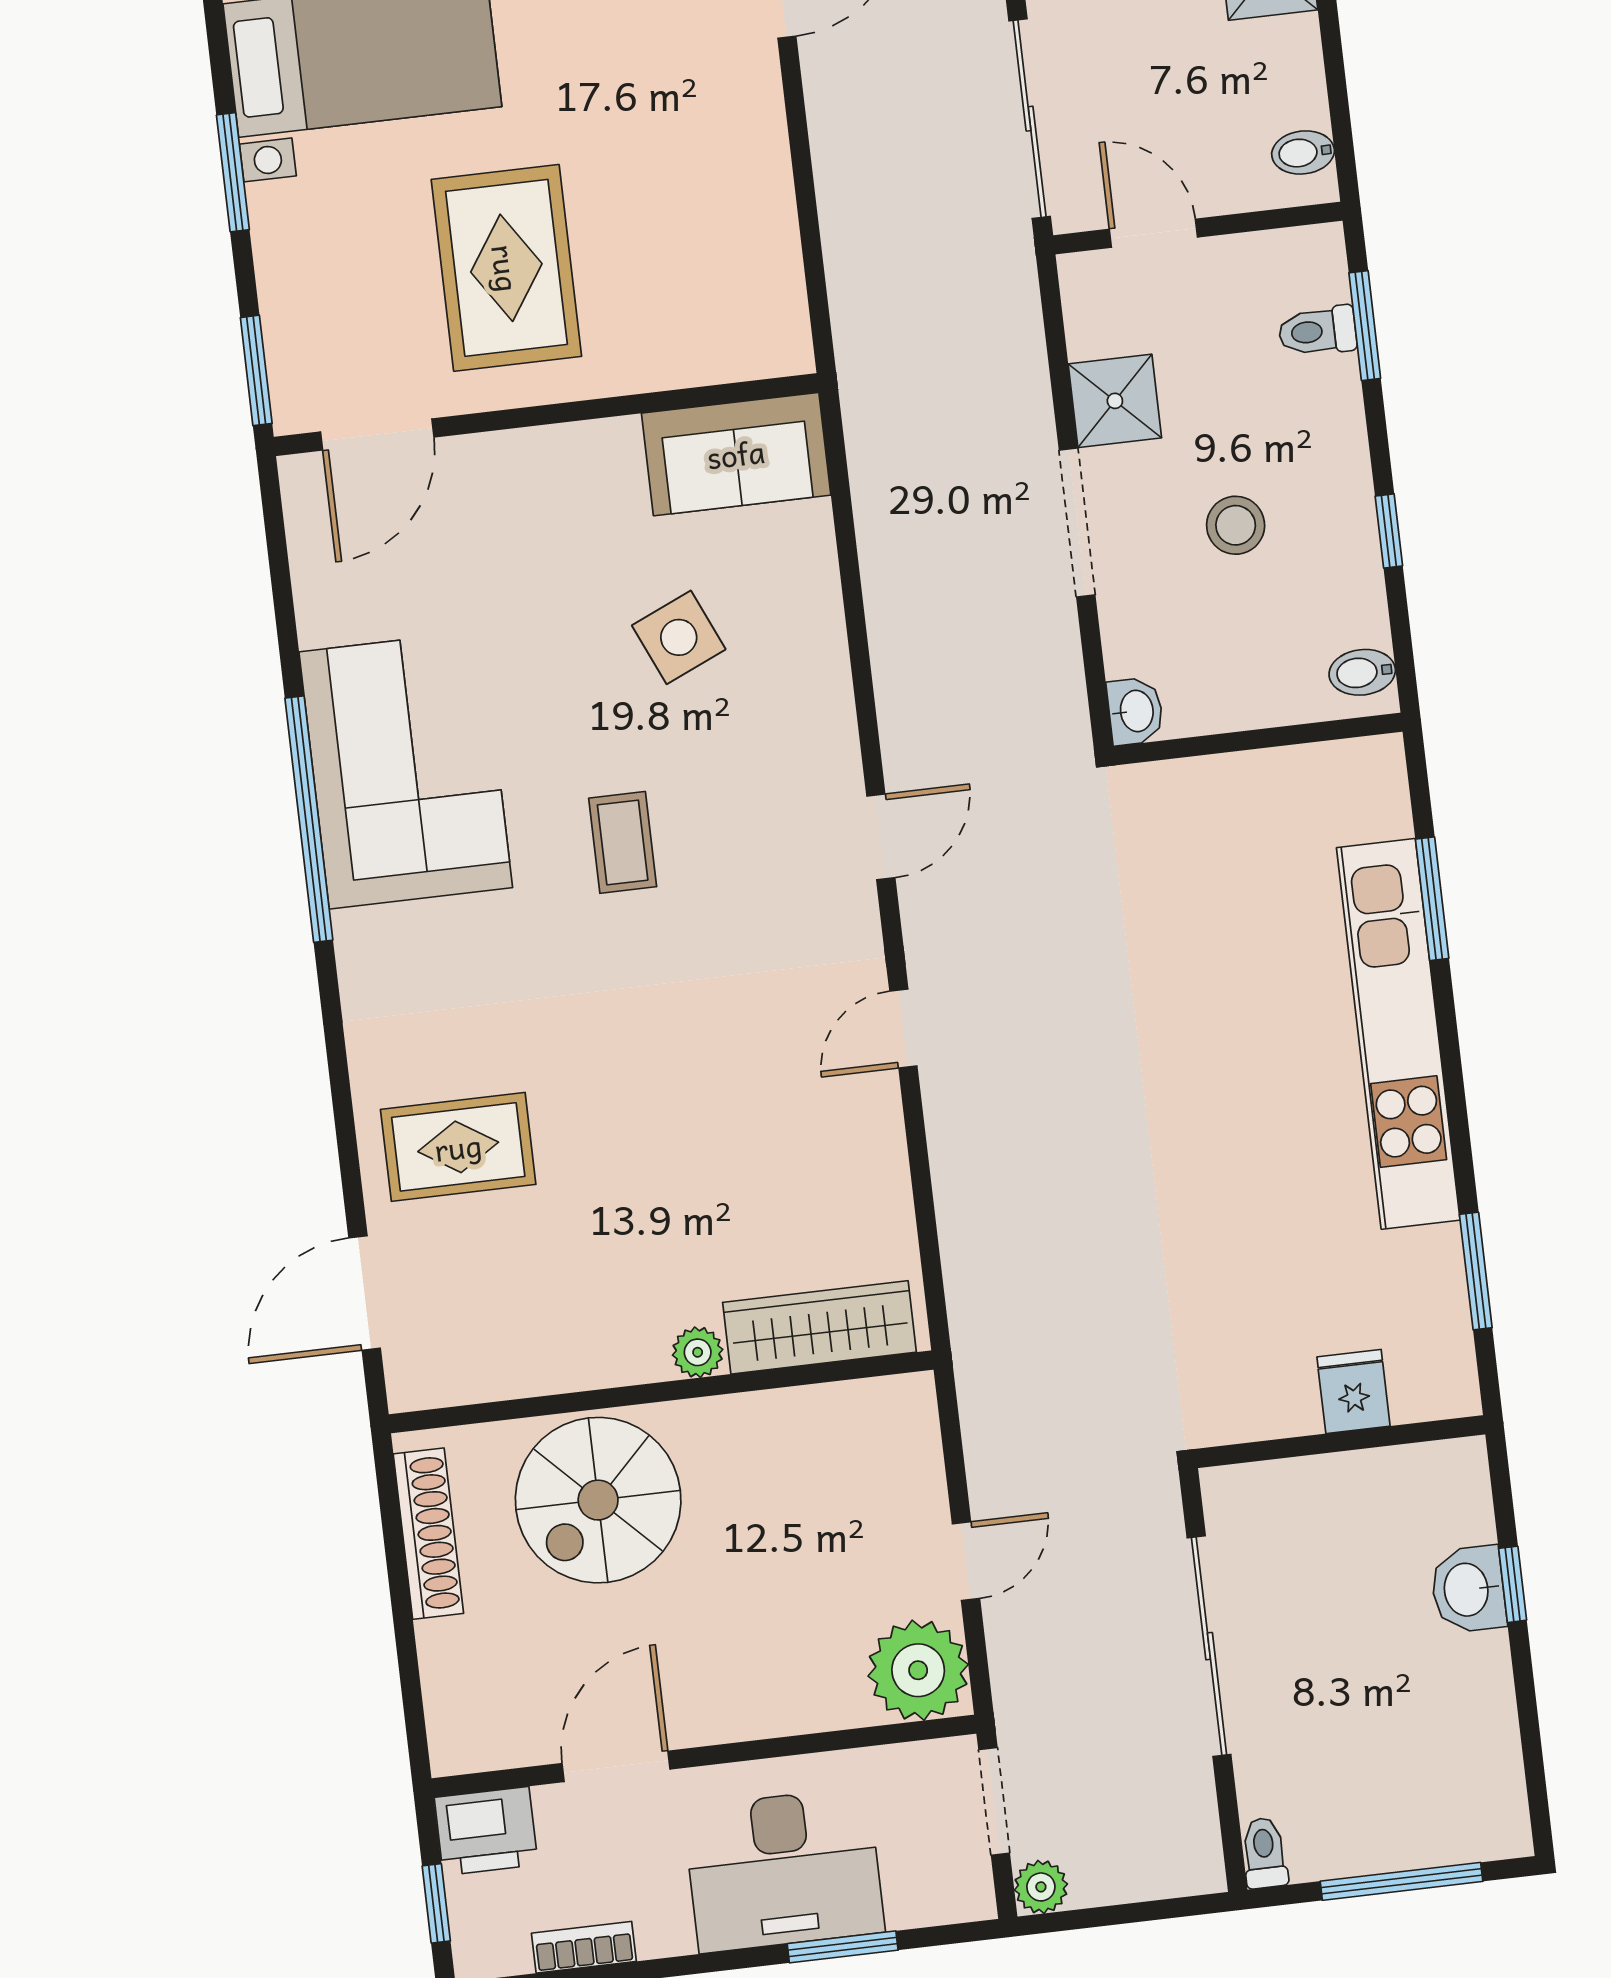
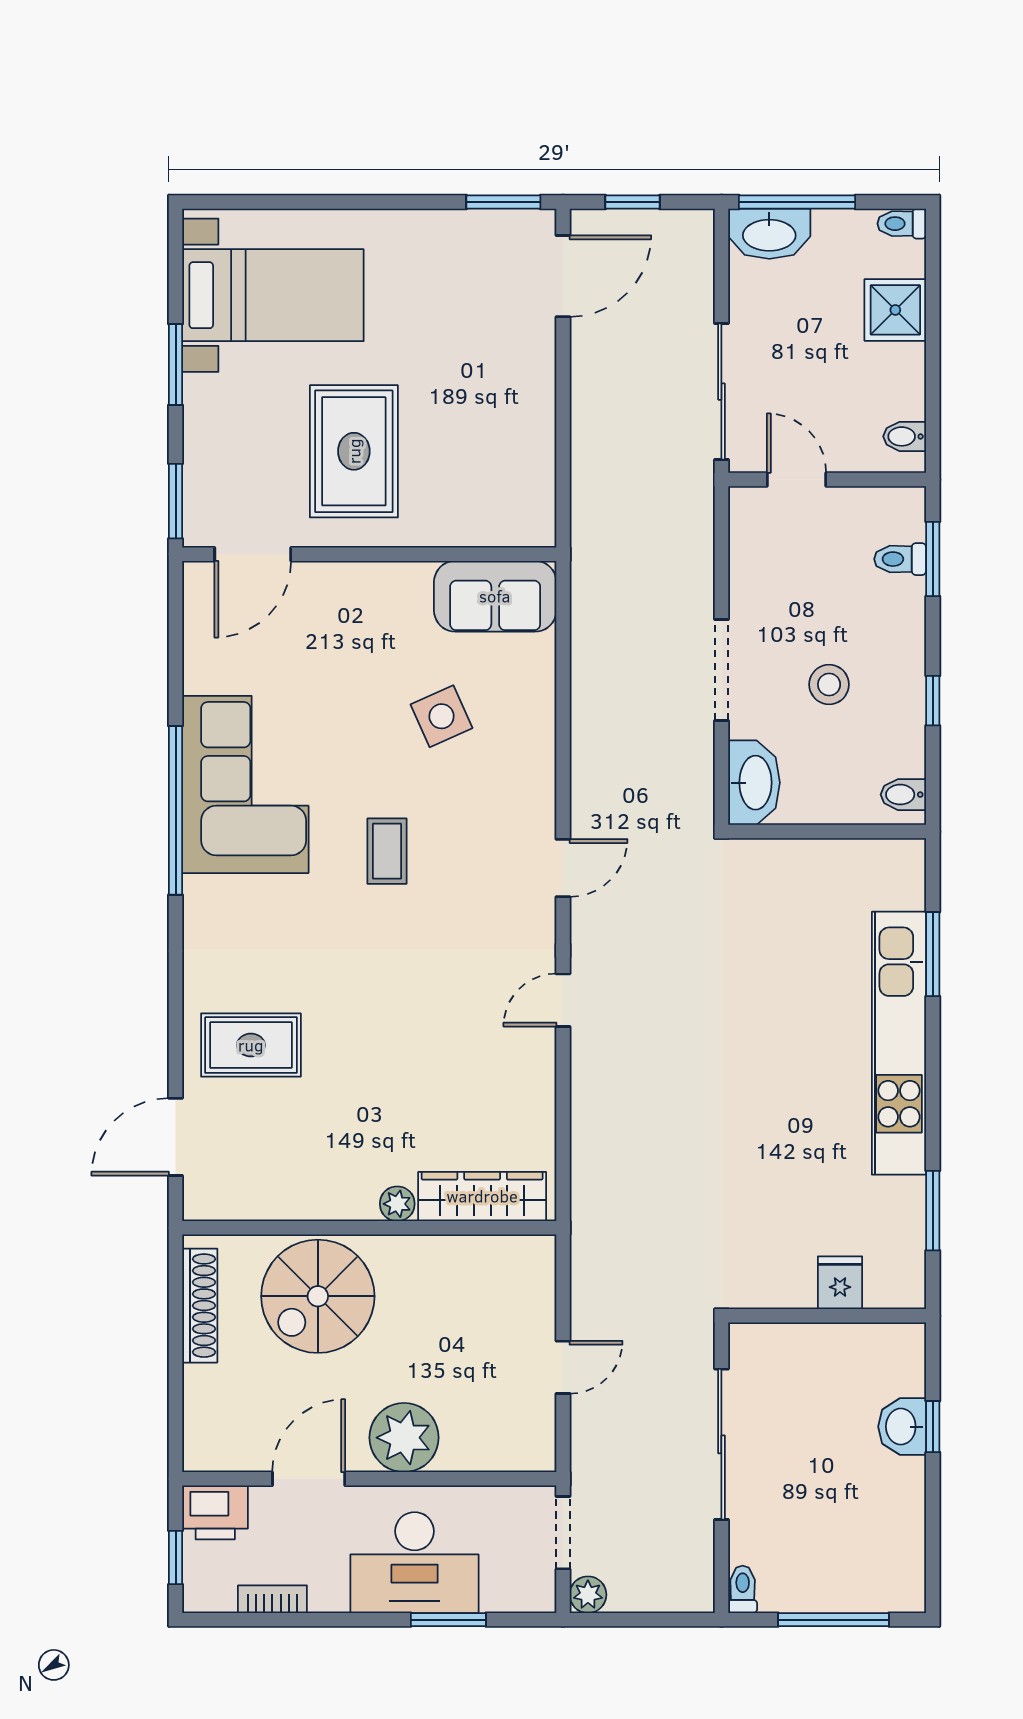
shower: (1115, 401) -> (757, 590), removed
washbasin: (1135, 711) -> (754, 783), width x1.91, depth x1.45
plant: (918, 1670) -> (404, 1438), moved

